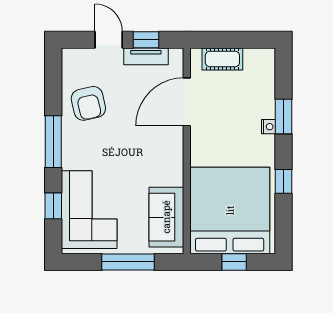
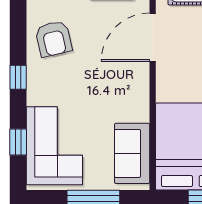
window: (53, 142) -> (18, 77), width x0.46

